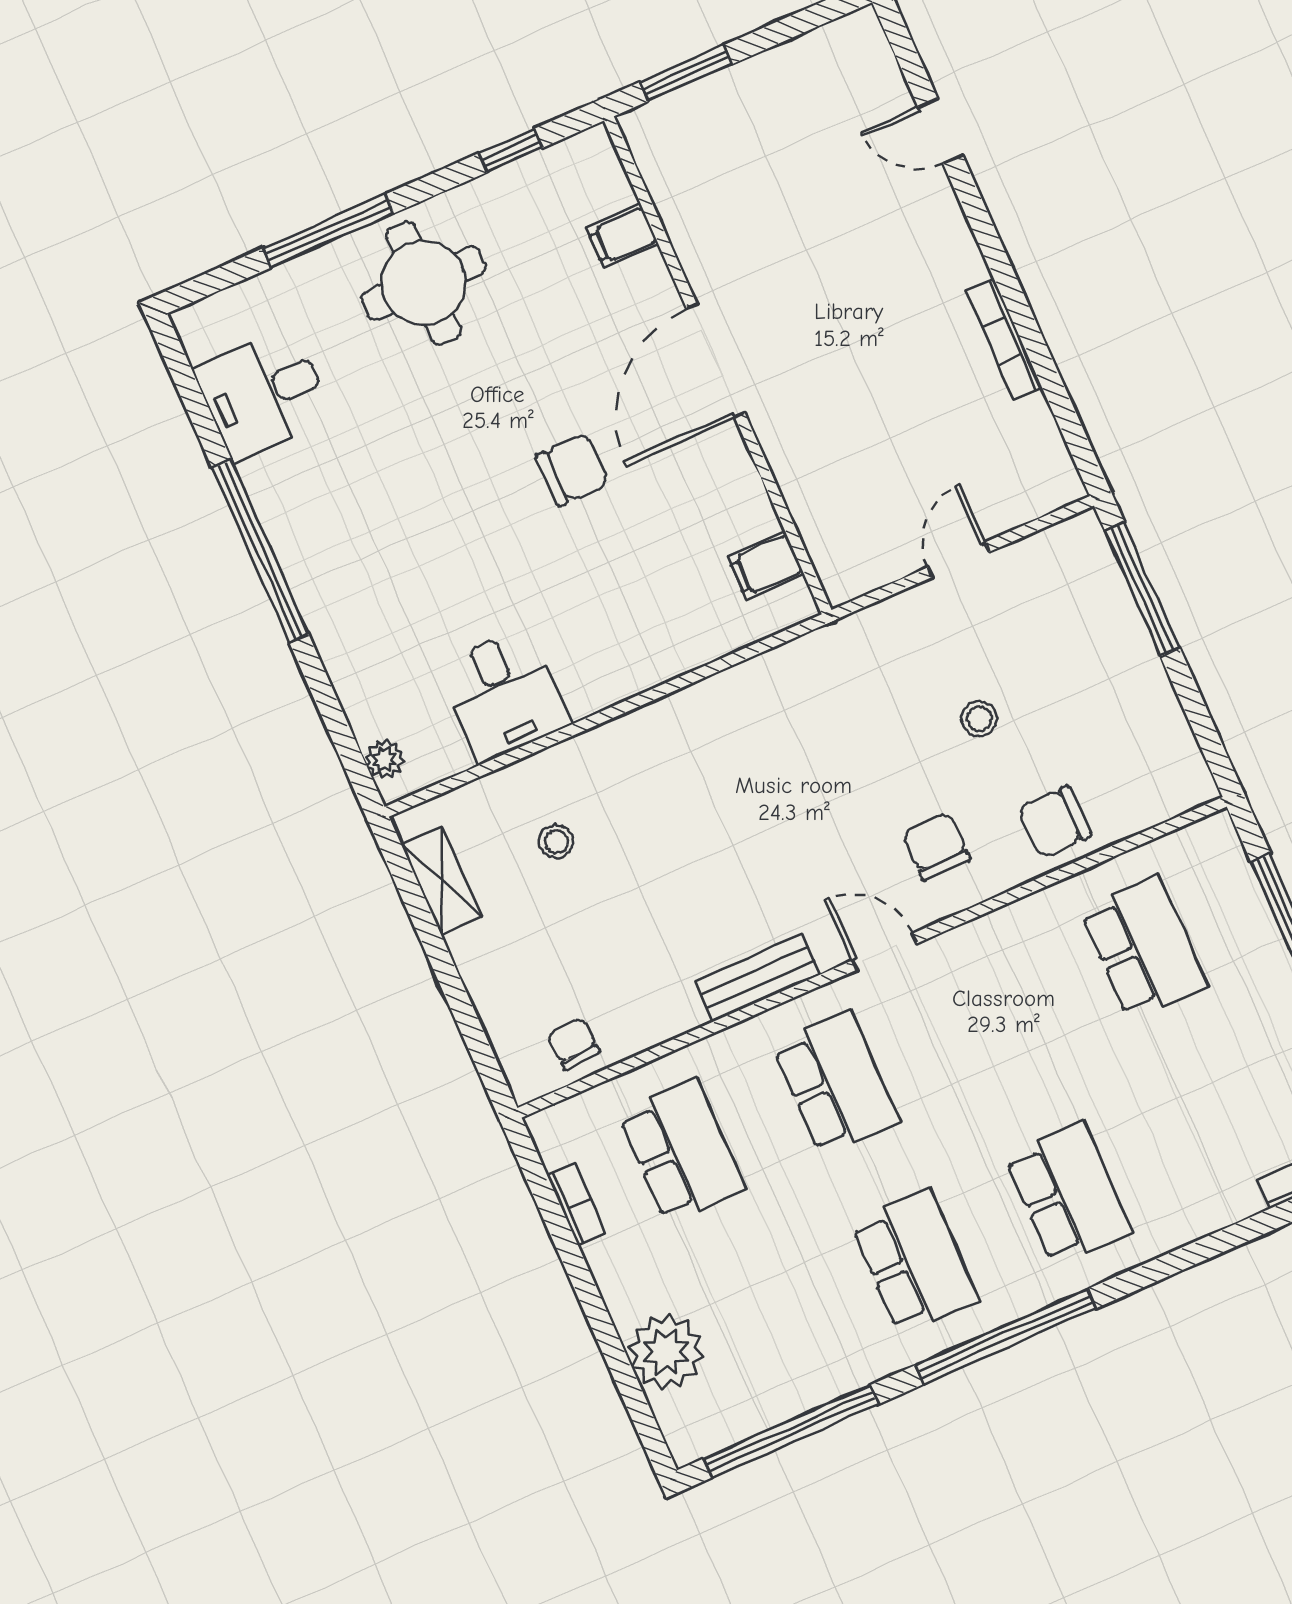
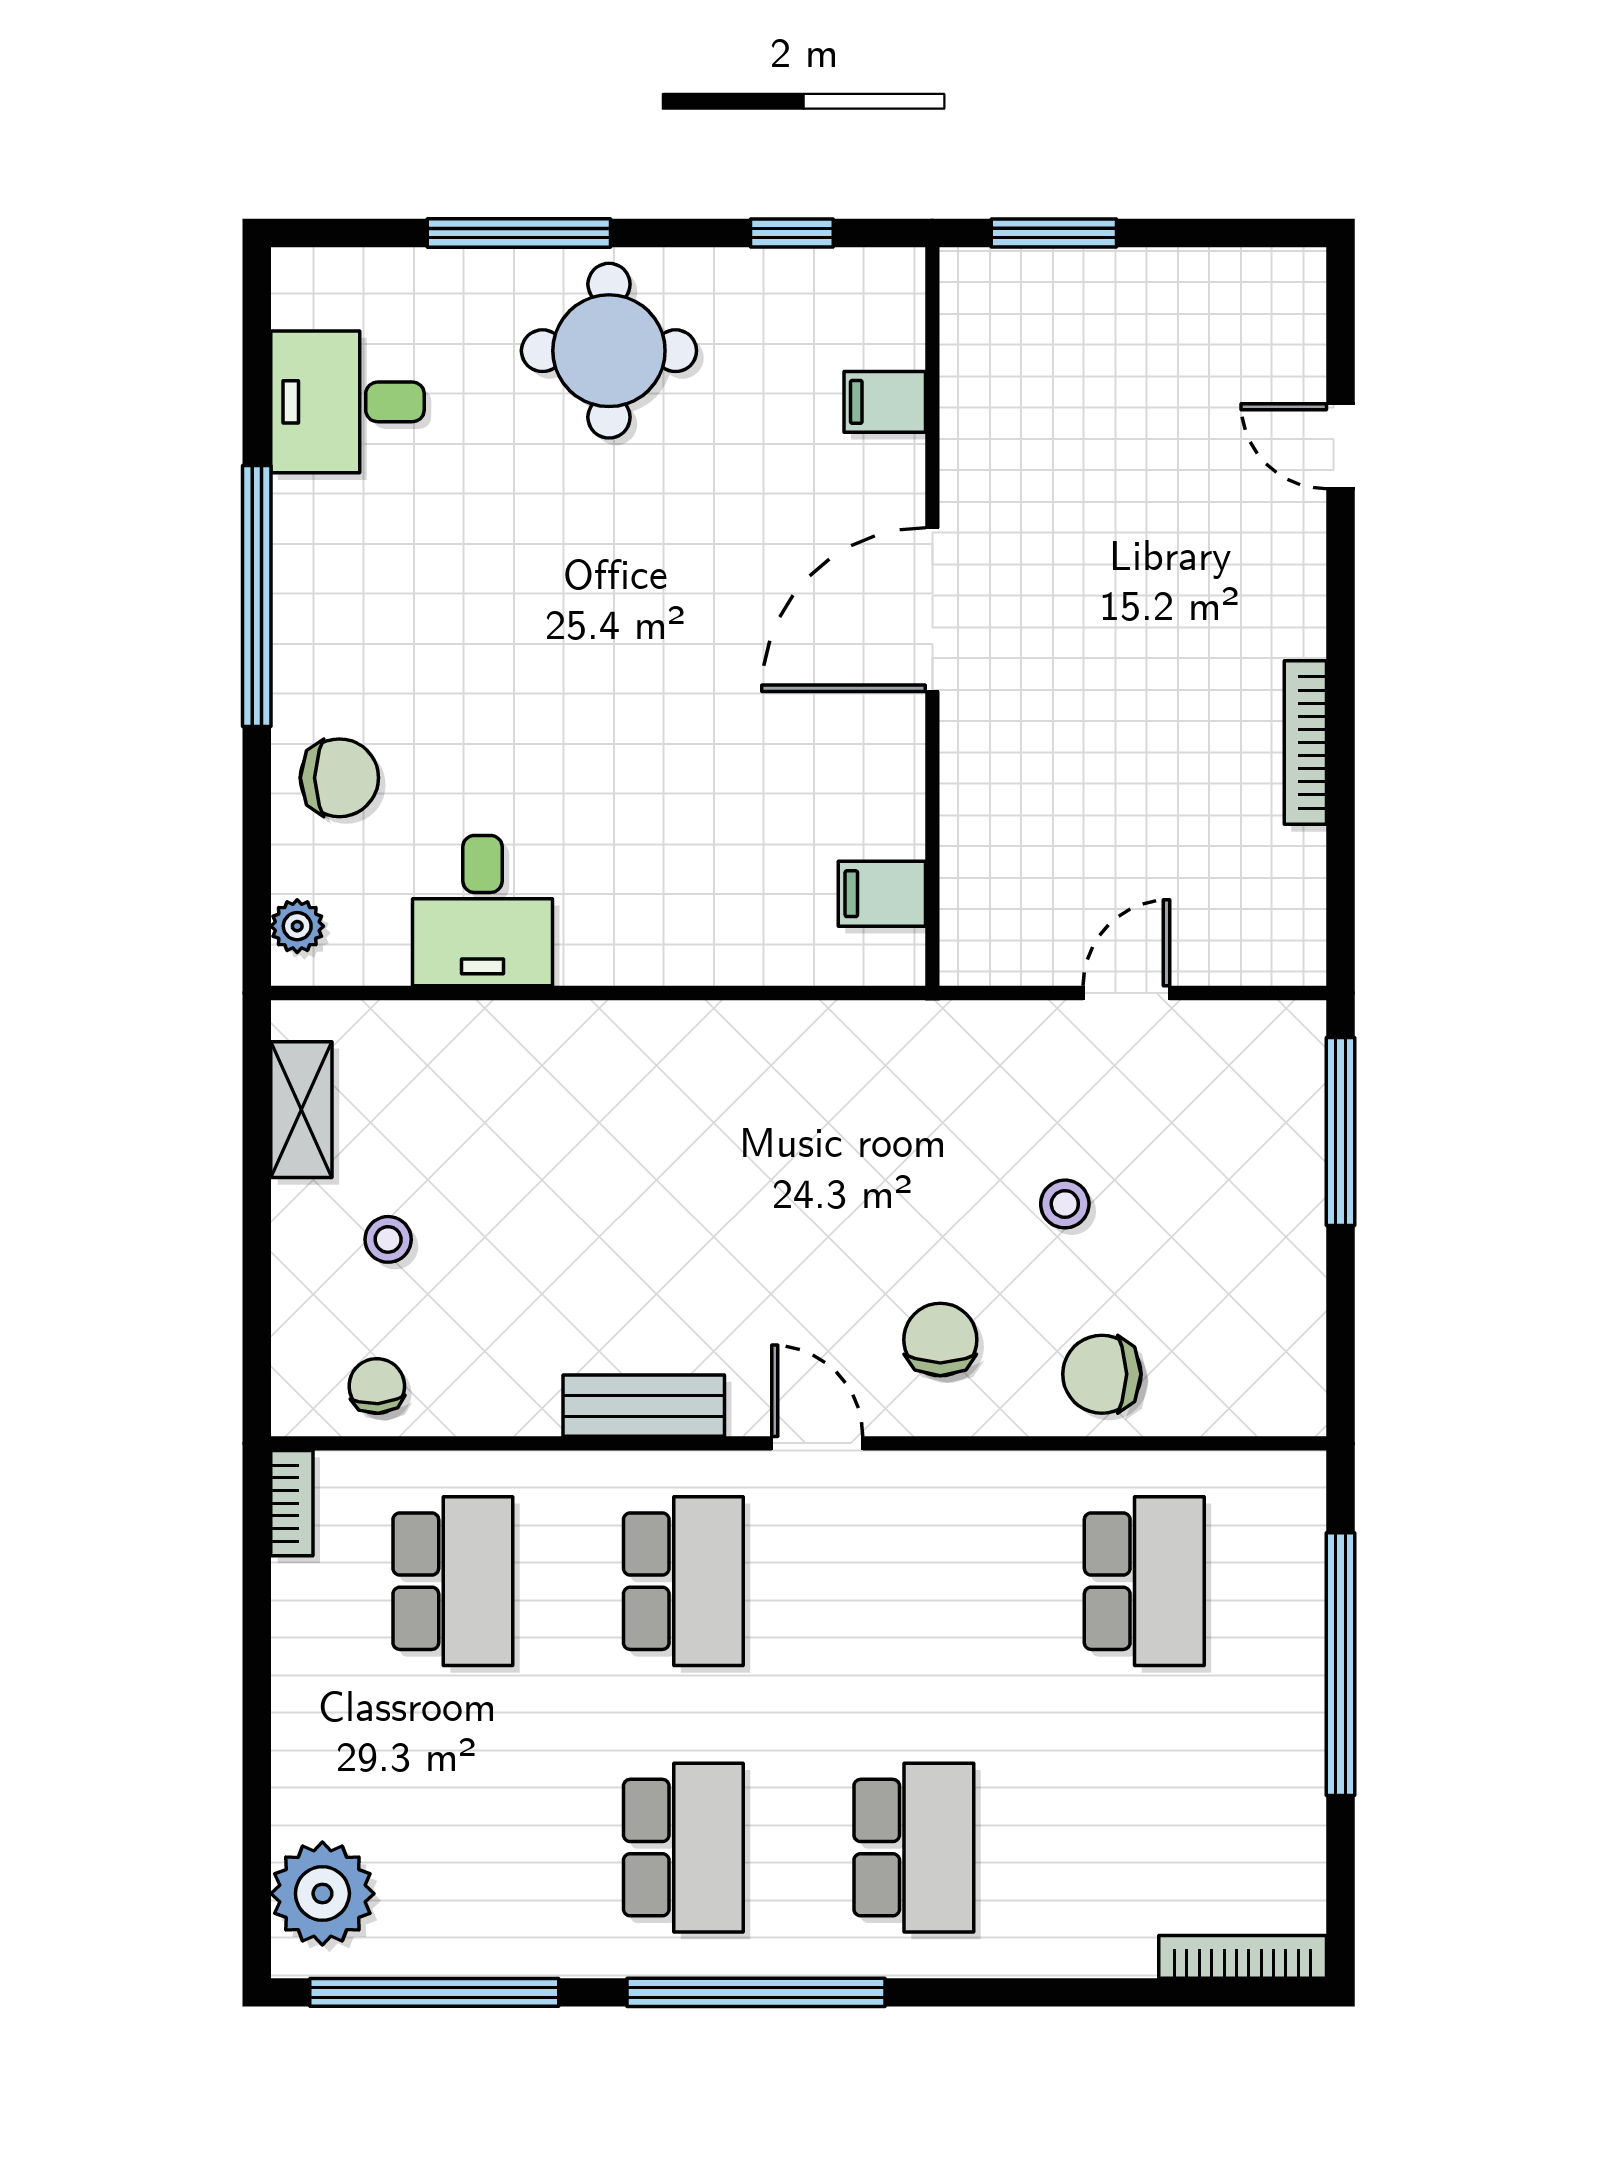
chair: (572, 469) -> (339, 778), moved
stool: (556, 841) -> (388, 1239), moved
bookcase: (577, 1204) -> (292, 1503), moved
plant: (666, 1352) -> (322, 1894), moved

